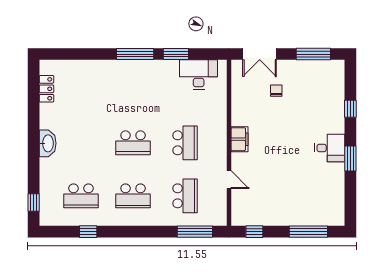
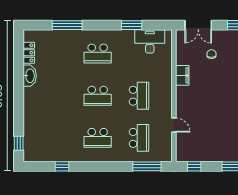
window: (135, 54) -> (67, 25), moved
filing cabinet: (239, 139) -> (182, 75), moved
washbasin: (48, 143) -> (30, 76), moved
school desk: (81, 196) -> (98, 54), moved

